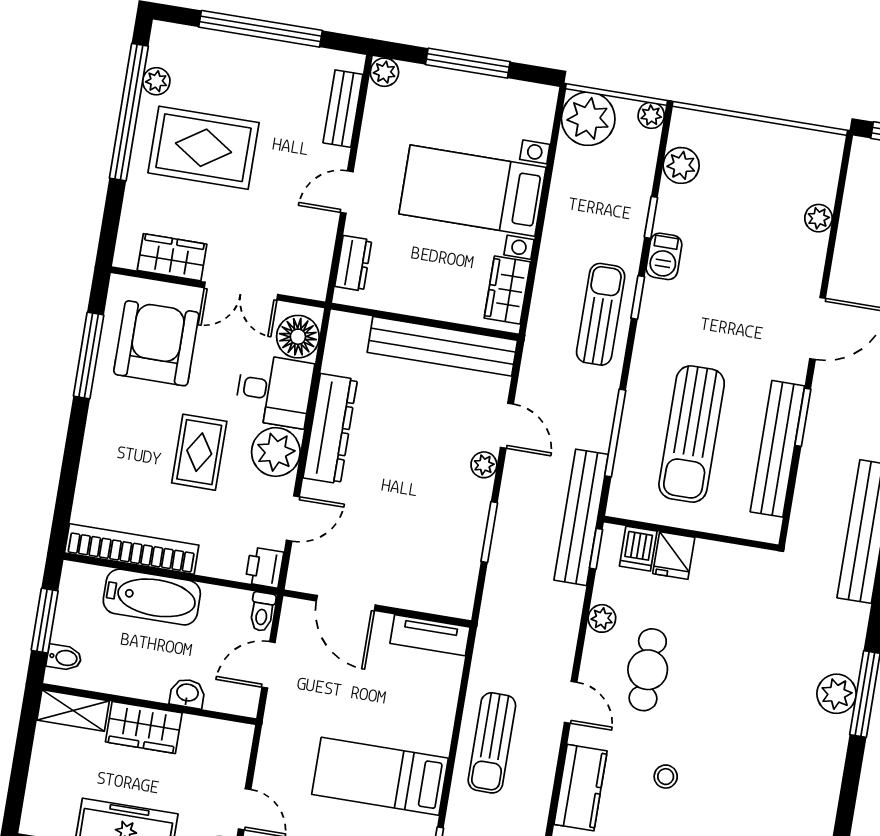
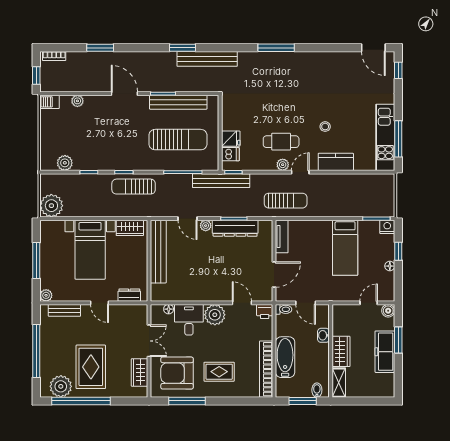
plant: (156, 81) -> (61, 386), width x1.88, depth x1.88
plant: (651, 115) -> (46, 179), removed
barbecue: (664, 256) -> (50, 102), moved, turned 180
floor lamp: (298, 337) -> (169, 309), width x0.53, depth x0.53
door: (507, 426) -> (187, 219), swing flipped
dresser: (330, 429) -> (235, 228), moved, turned 180
rug: (199, 452) -> (219, 372), moved
plant: (602, 618) -> (283, 165), moved
plant: (837, 694) -> (278, 60), removed
sun lounger: (492, 743) -> (286, 201), moved

